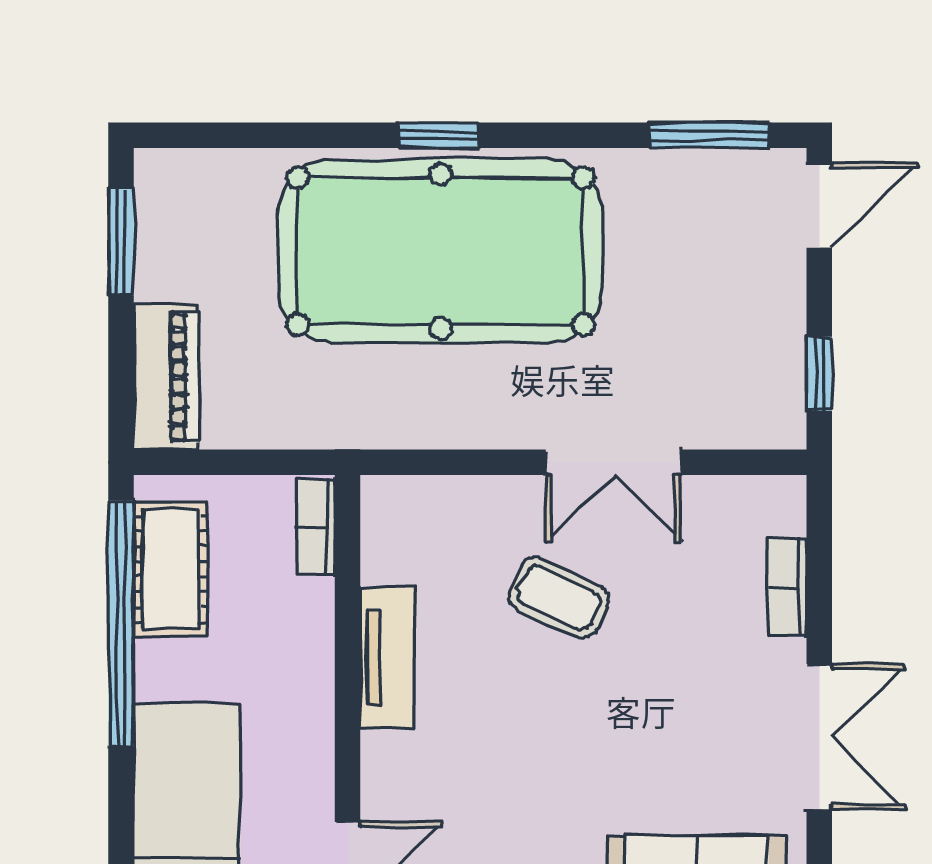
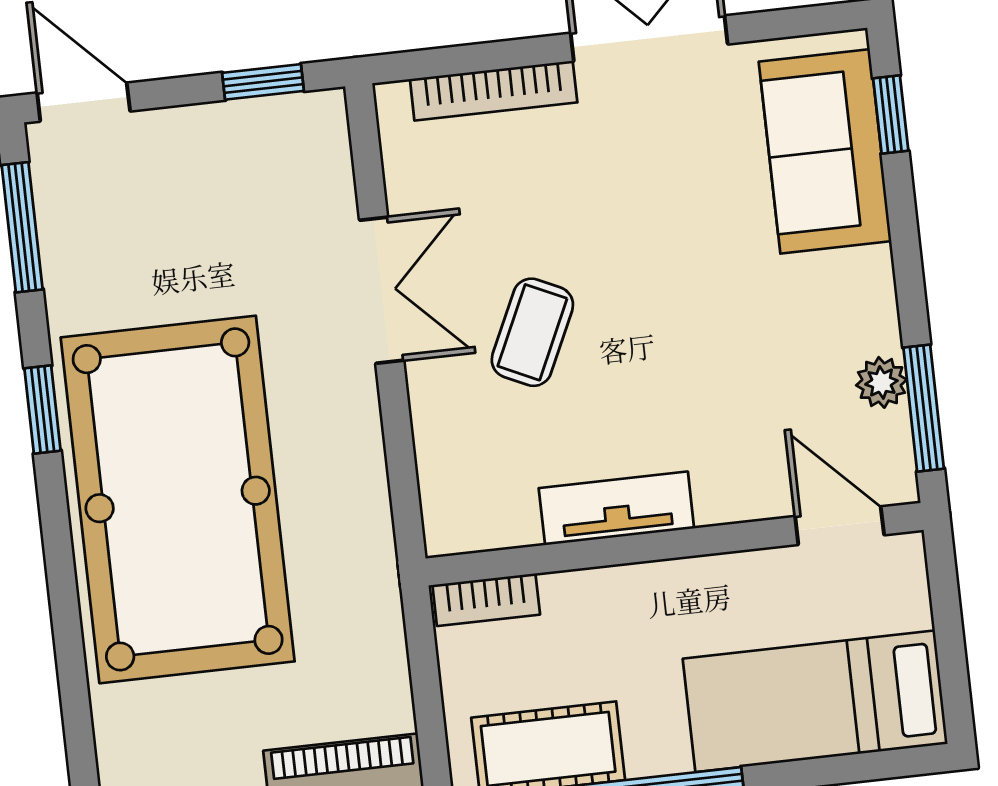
window: (438, 135) -> (43, 409), moved
bookcase: (787, 587) -> (494, 91), width x1.56

